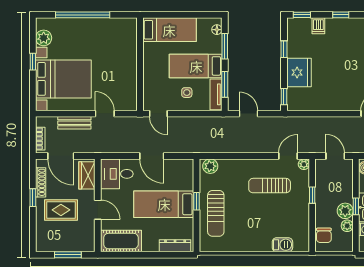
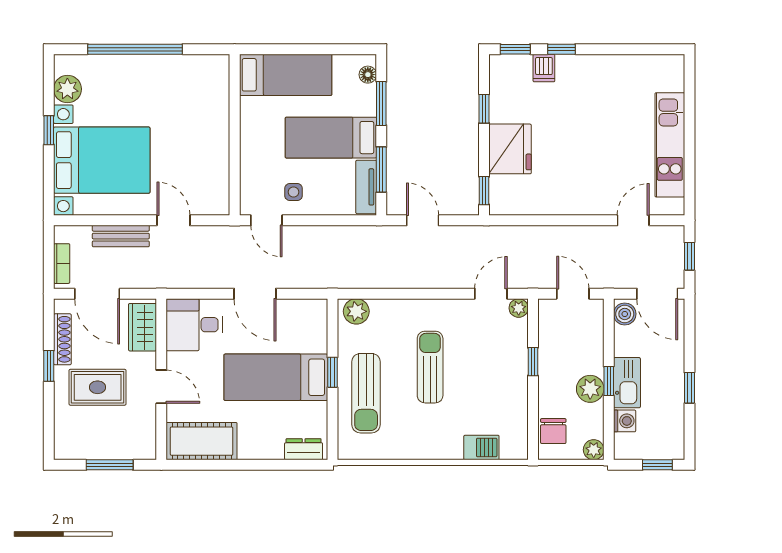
window: (341, 15) -> (561, 49), moved
side table: (187, 93) -> (294, 192), moved
sun lounger: (270, 186) -> (430, 367), moved, turned 90
plant: (347, 226) -> (594, 450), moved
dresser: (175, 246) -> (304, 449), width x0.70

